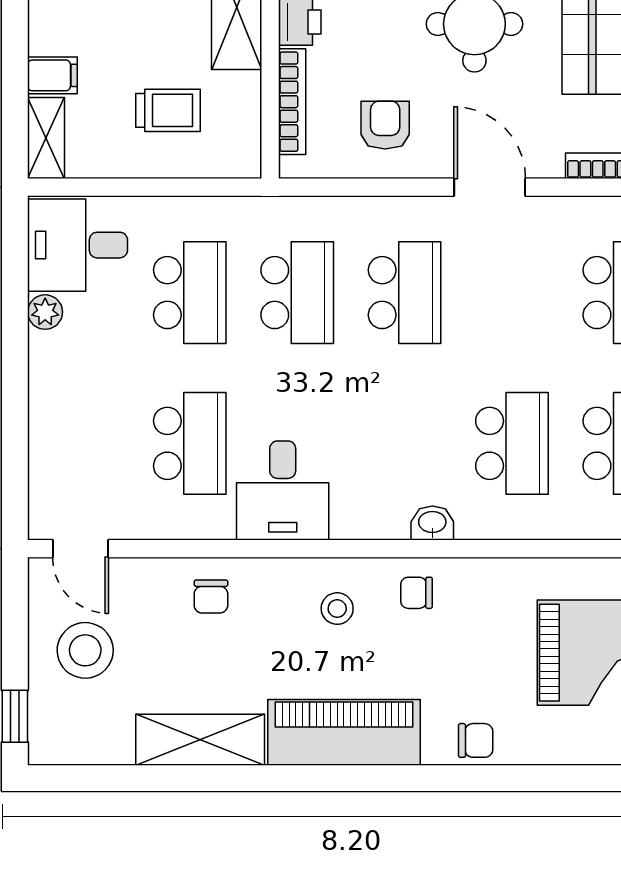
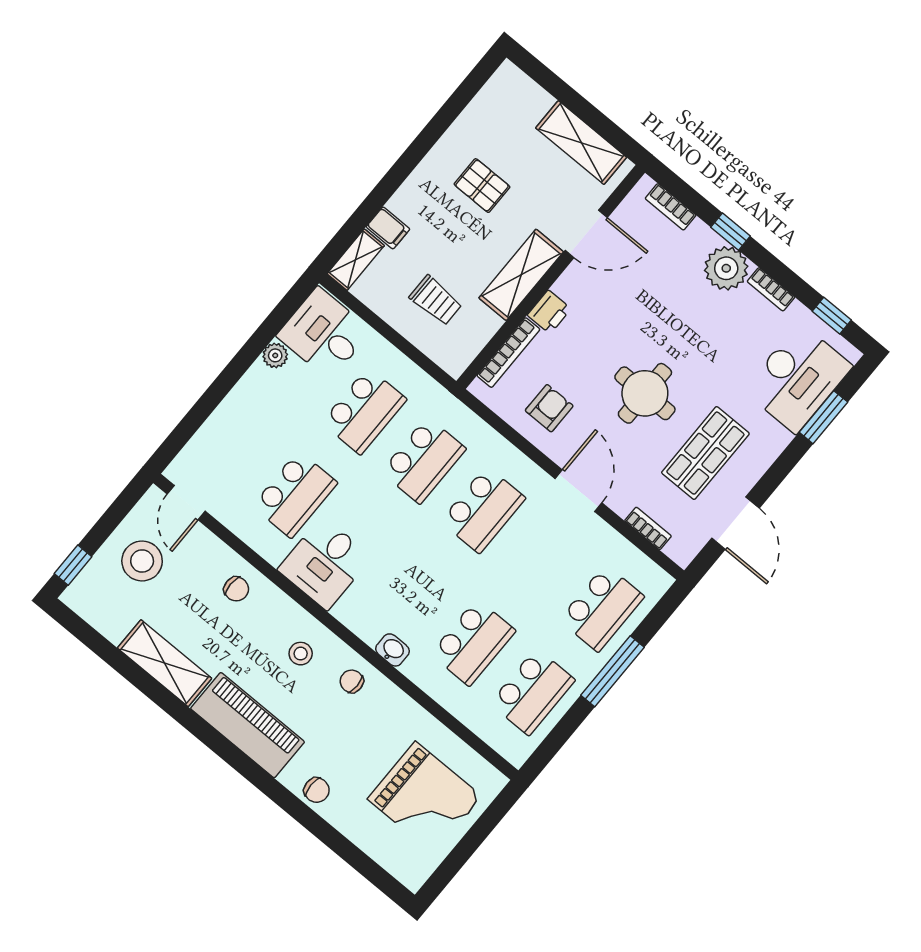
chair: (211, 597) -> (236, 589), turned -90

